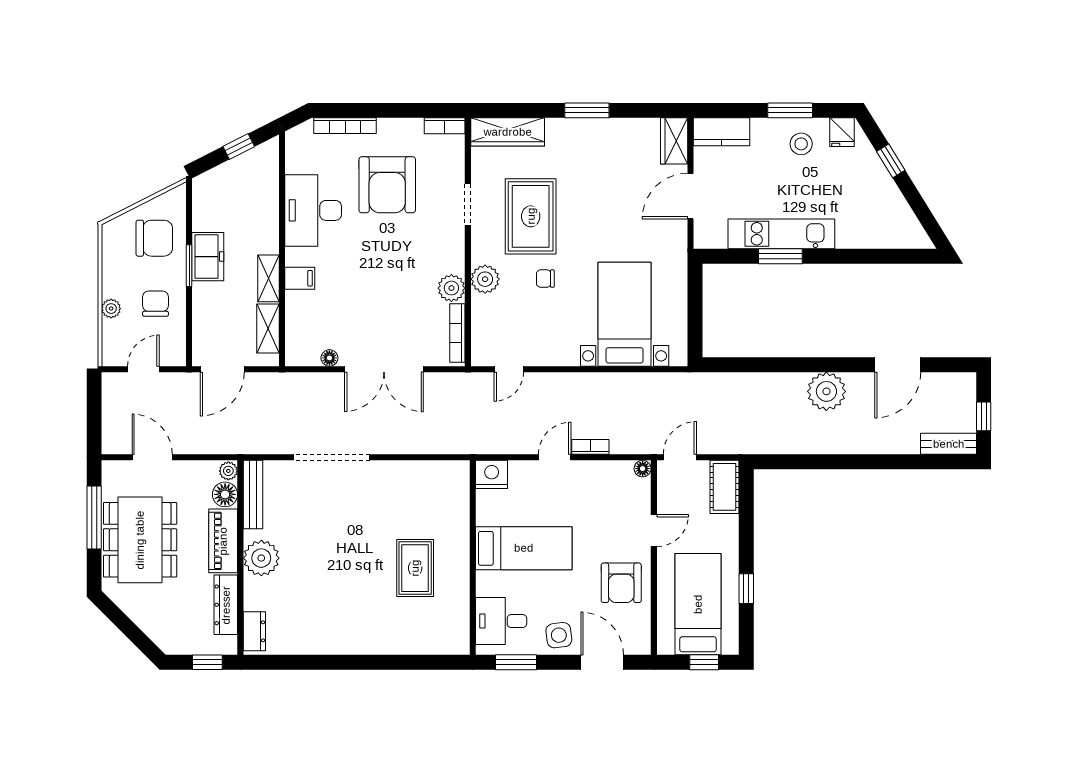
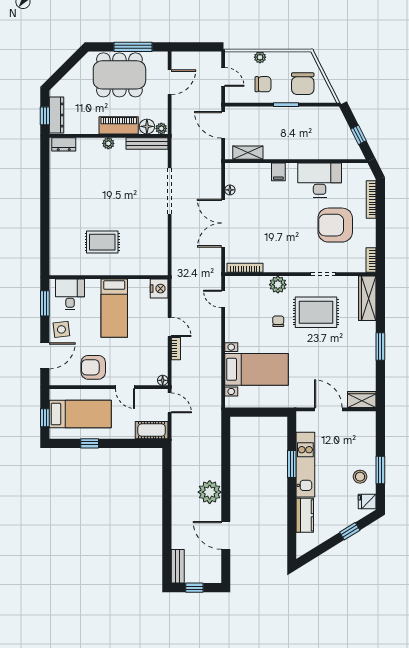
kitchen counter: (722, 132) -> (305, 515), moved, turned 180
freezer: (208, 257) -> (292, 116), removed
shelving: (268, 278) -> (278, 153), removed
plant: (451, 288) -> (272, 264), removed
plant: (261, 558) -> (108, 143), width x0.53, depth x0.53
dresser: (226, 605) -> (57, 115), moved, turned 90

